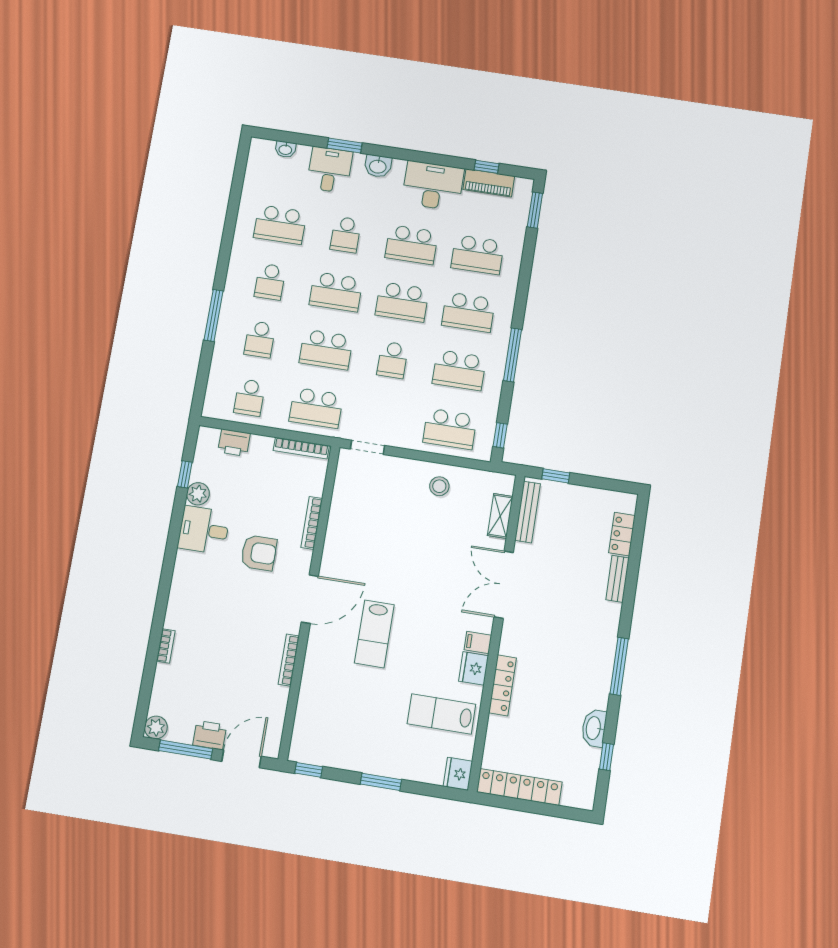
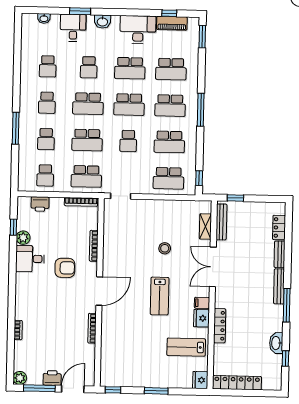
school desk: (280, 225) -> (48, 66), width x0.54
window: (513, 355) -> (201, 110), moved
stool: (439, 486) -> (165, 248), moved
bench: (610, 633) -> (279, 286), added
lab bench: (374, 634) -> (160, 296), moved

